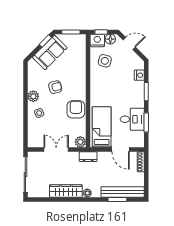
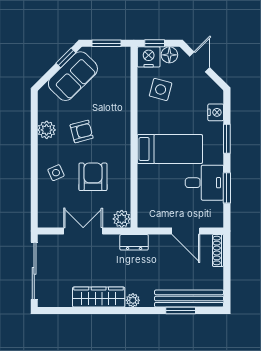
door: (129, 43) -> (200, 62), hinge flipped
plant: (33, 96) -> (47, 130), moved
armchair: (76, 109) -> (93, 177), moved
bed: (102, 127) -> (170, 149), moved, turned 90

